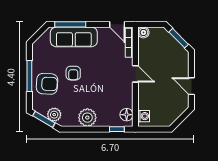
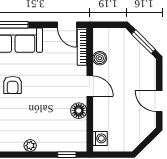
boiler: (143, 32) -> (100, 58), moved
floor lamp: (127, 115) -> (79, 111), moved
plant: (87, 118) -> (30, 146), width x0.53, depth x0.53

